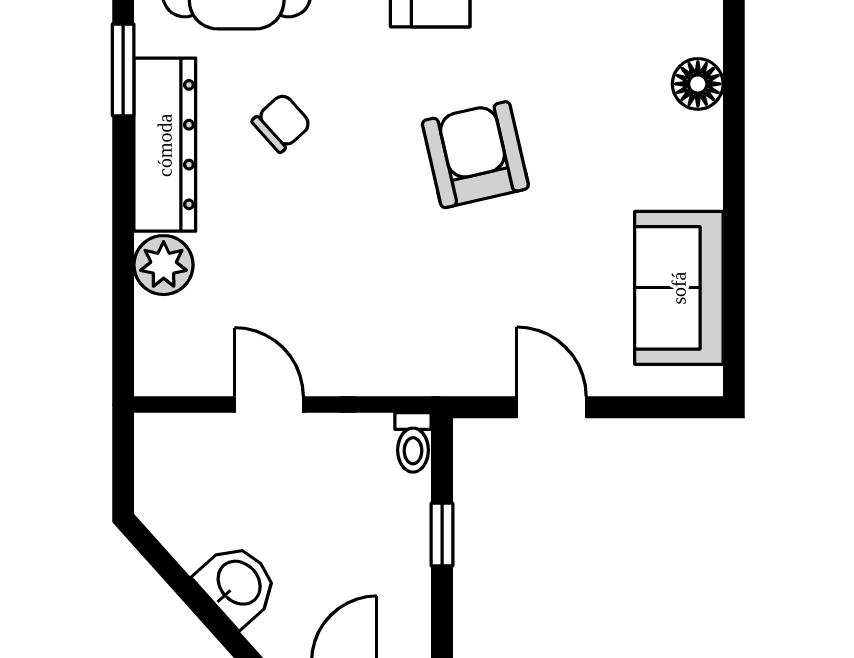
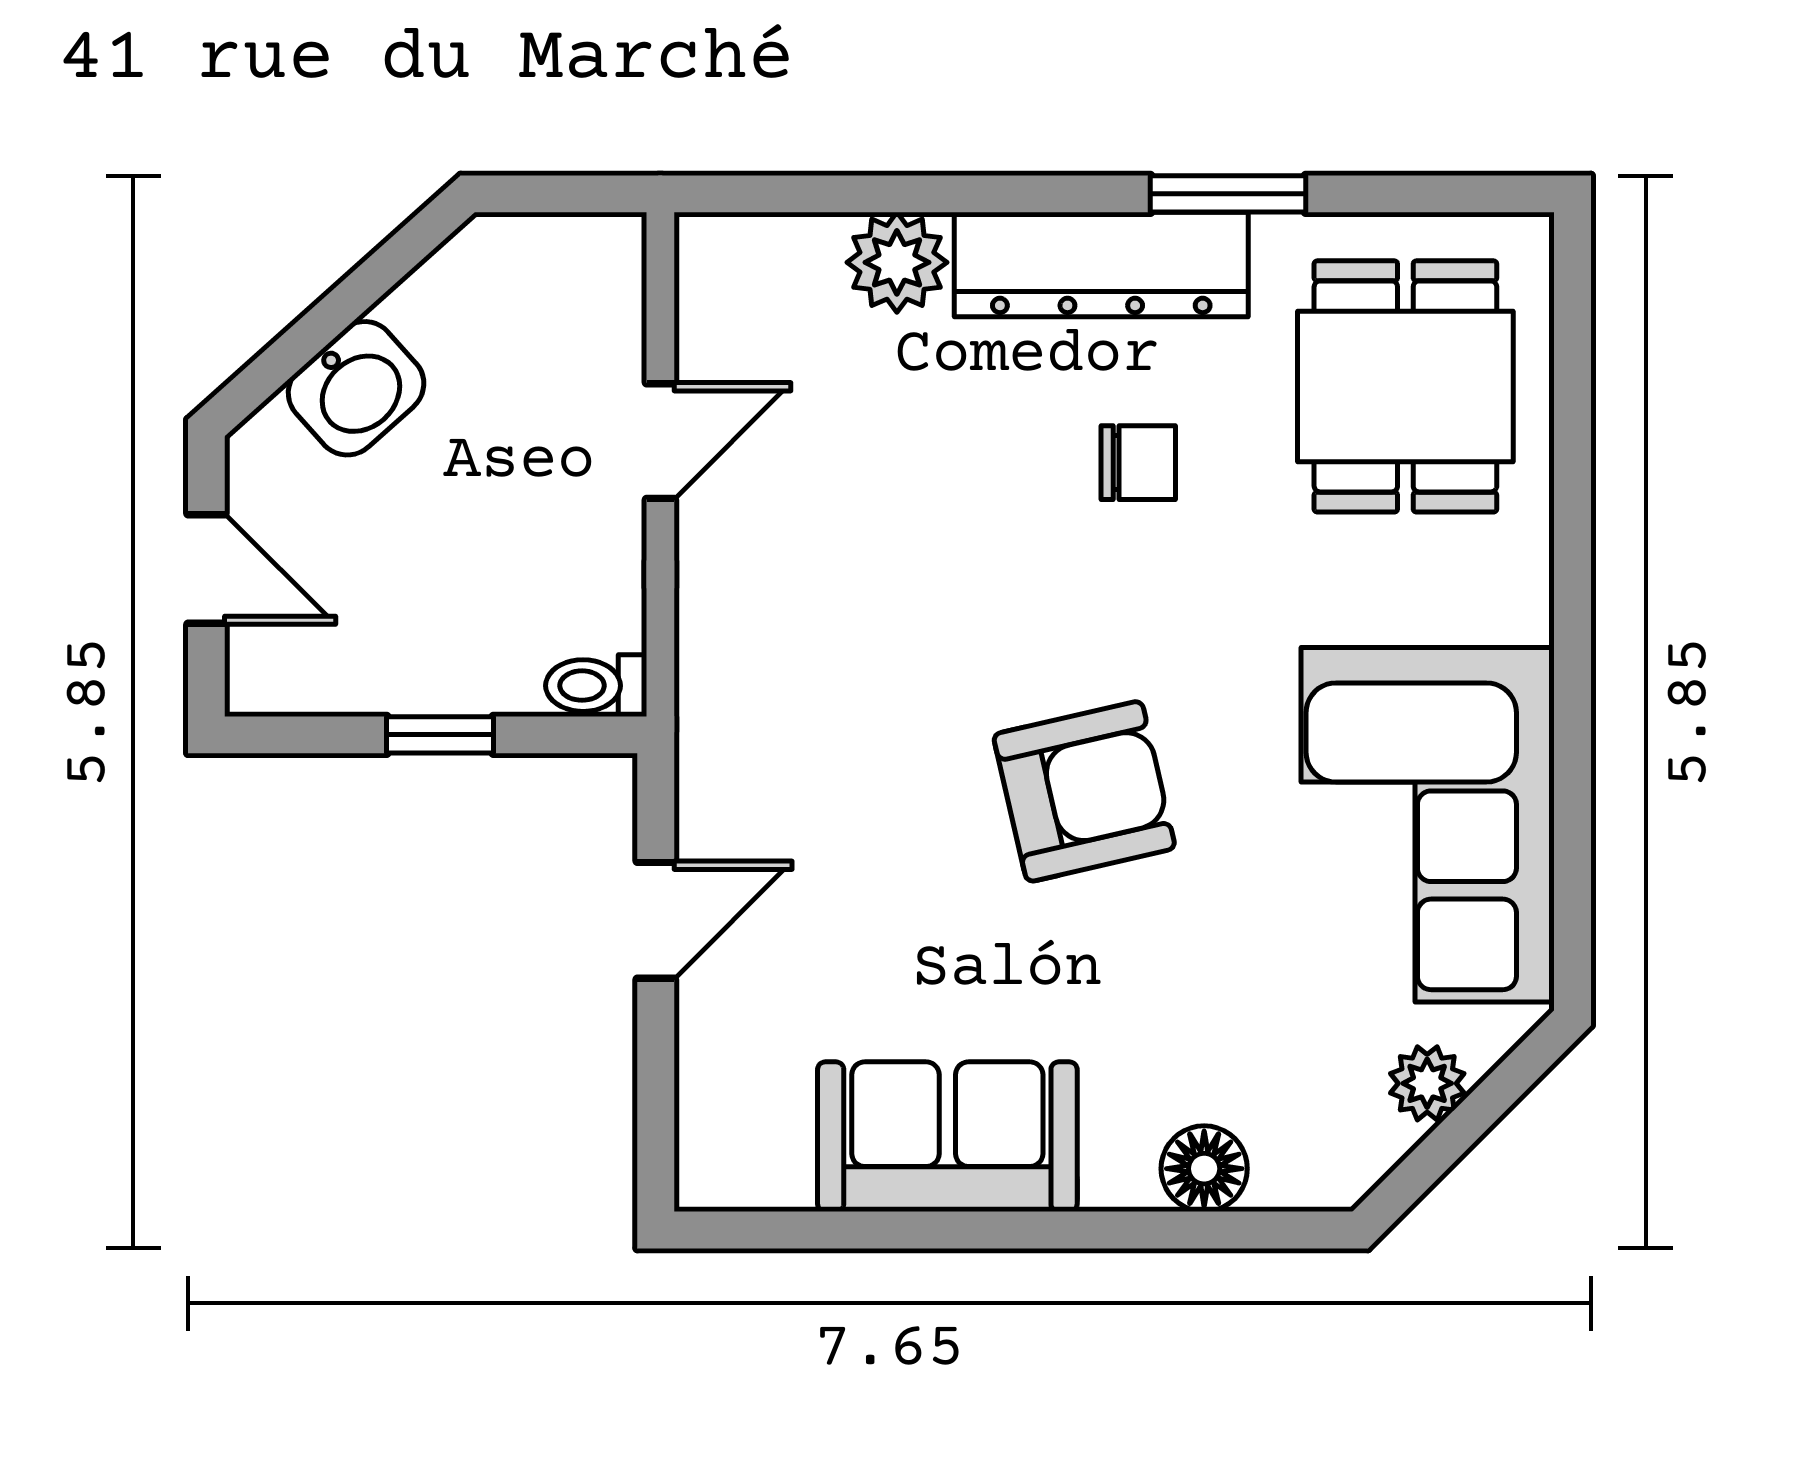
chair: (282, 123) -> (1138, 463), turned -48
sofa: (679, 288) -> (947, 1137), moved

